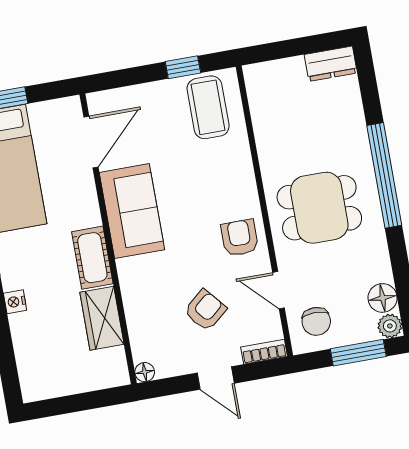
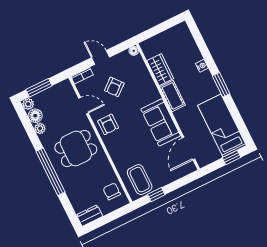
plant: (380, 270) -> (40, 128), added
chair: (316, 321) -> (112, 191), moved

